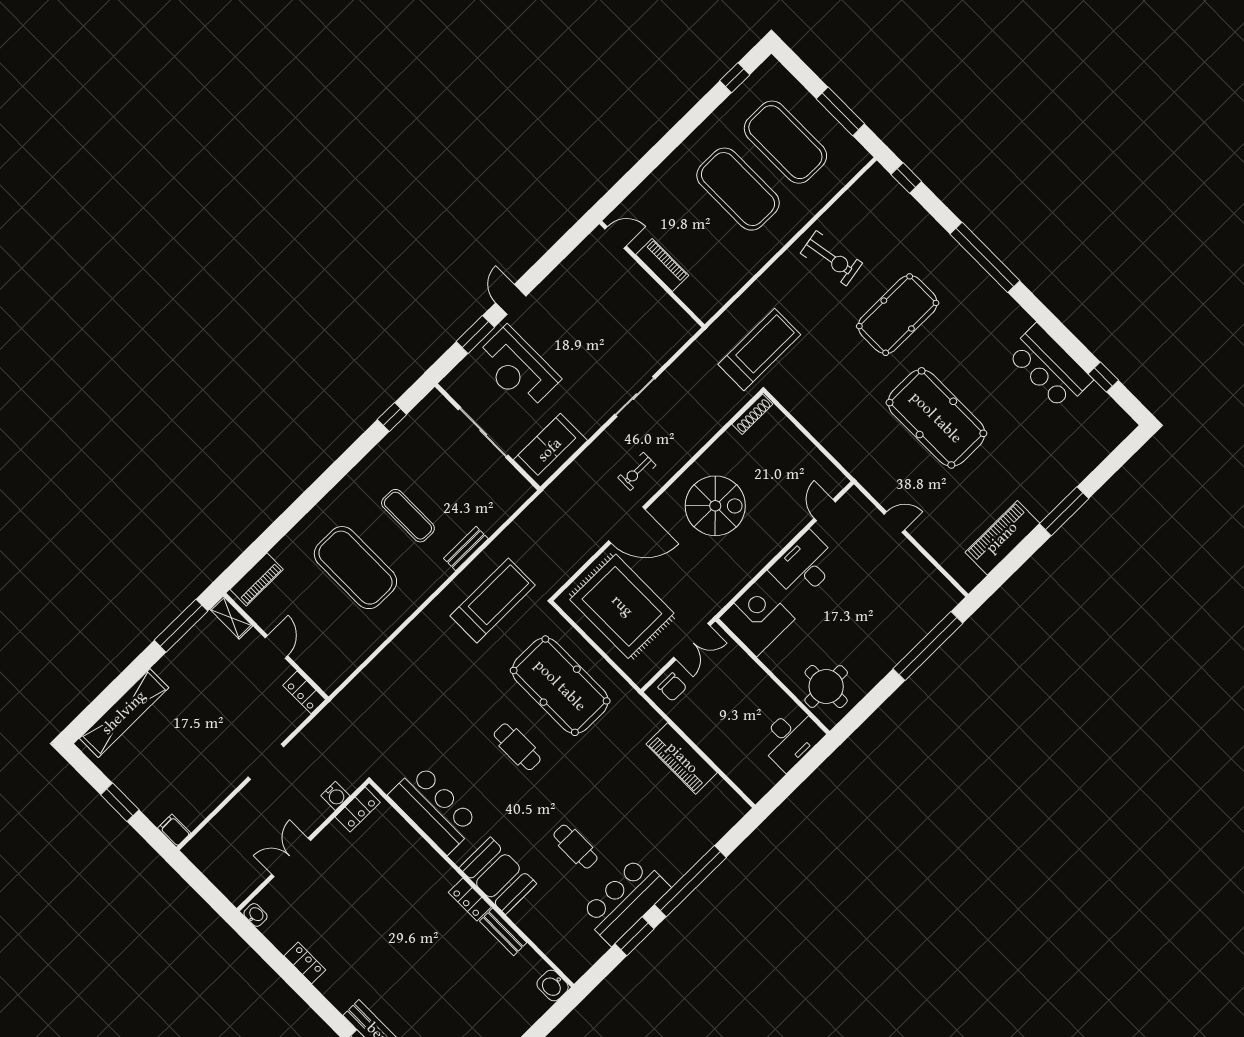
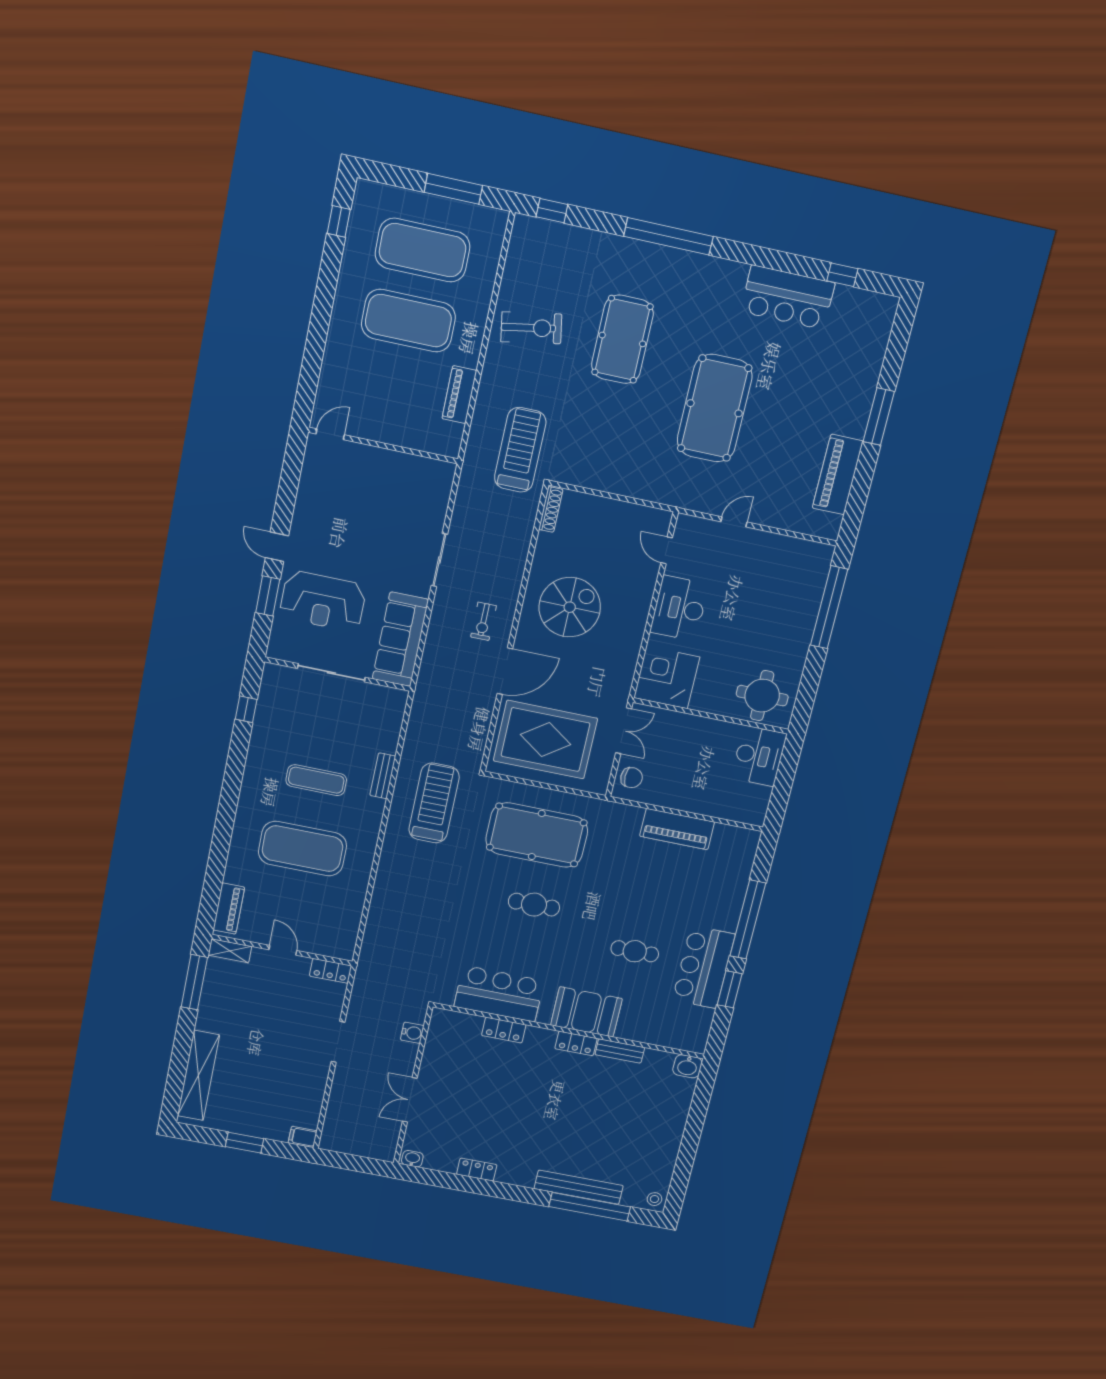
piano: (662, 265) -> (459, 395), moved, turned -90
pool table: (936, 418) -> (715, 408), turned 90
sofa: (550, 450) -> (400, 639), width x1.36
locker: (358, 810) -> (504, 1030), moved, turned 90

